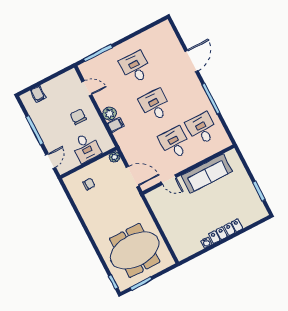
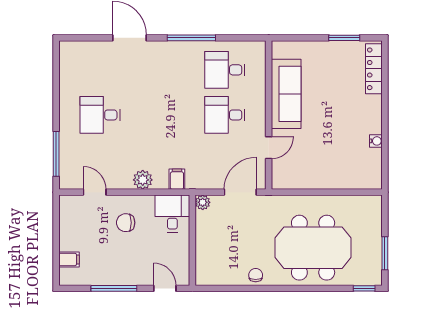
door: (87, 88) -> (95, 192), hinge flipped
desk: (155, 105) -> (162, 115), removed
filing cabinet: (116, 125) -> (177, 179), moved
desk: (86, 148) -> (172, 214), moved, turned -90
chair: (89, 184) -> (256, 275), moved
locker: (226, 231) -> (374, 69), moved
meeting table: (135, 250) -> (313, 248), moved, turned 90

